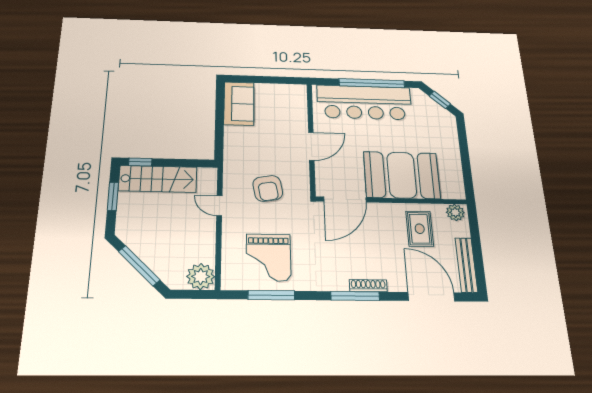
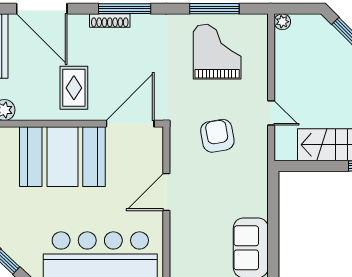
rug: (420, 229) -> (74, 88), moved
plant: (201, 277) -> (282, 22), width x0.53, depth x0.53

